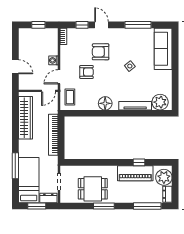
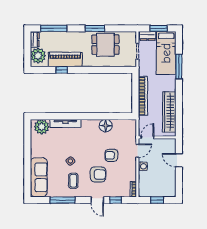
coffee table: (70, 97) -> (73, 181), moved
floor lamp: (105, 103) -> (106, 126), moved

